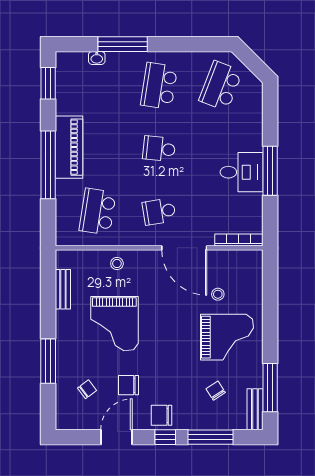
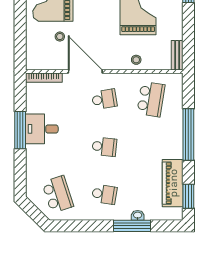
washbasin: (97, 58) -> (138, 215), moved
school desk: (159, 86) -> (104, 194), width x0.54
school desk: (221, 86) -> (58, 194), turned -39
piano: (69, 147) -> (173, 183), moved
bench: (63, 289) -> (177, 55), moved

